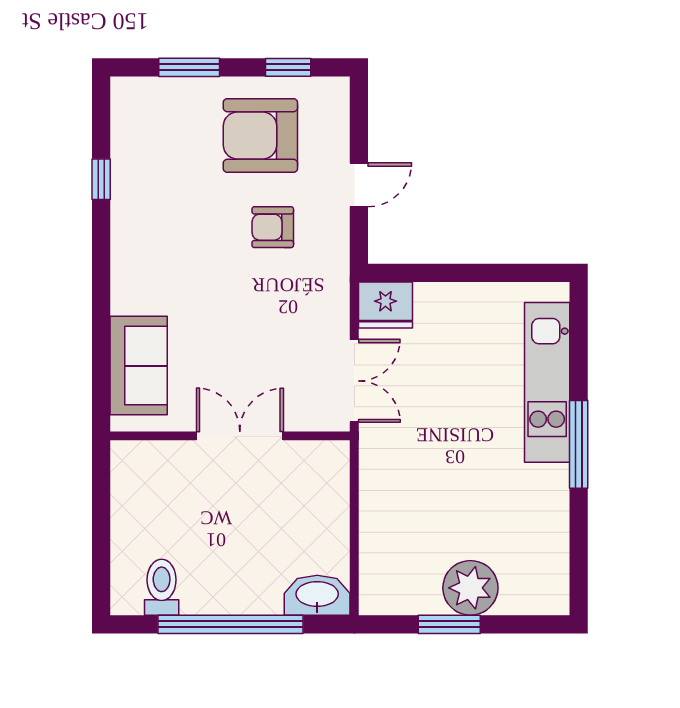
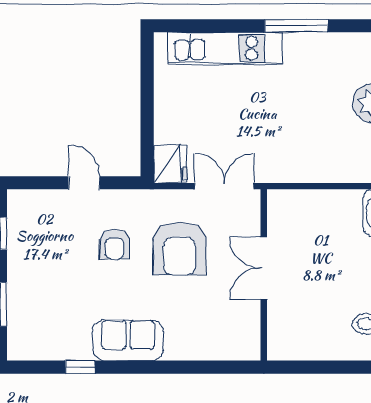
armchair: (260, 136) -> (179, 249), moved
sofa: (139, 366) -> (128, 340), moved
window: (579, 444) -> (296, 26), moved

